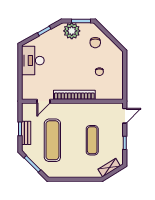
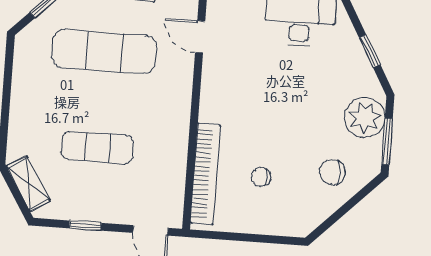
bookcase: (74, 95) -> (205, 174), moved

